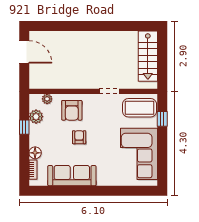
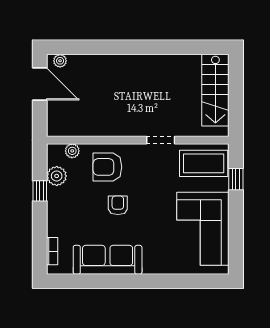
plant: (38, 36) -> (60, 61), added
armchair: (72, 110) -> (107, 167), turned 90
floor lamp: (35, 153) -> (55, 227), removed

